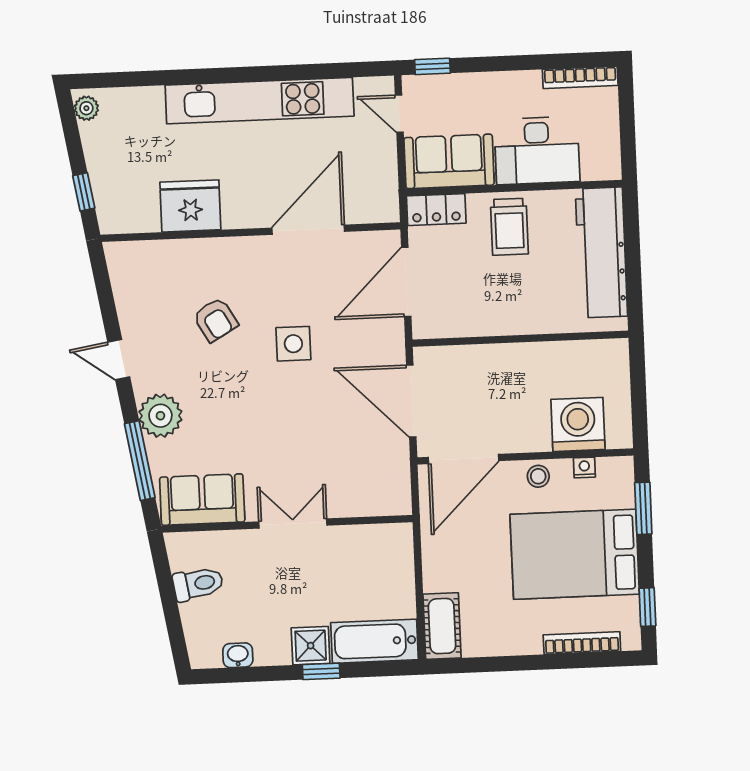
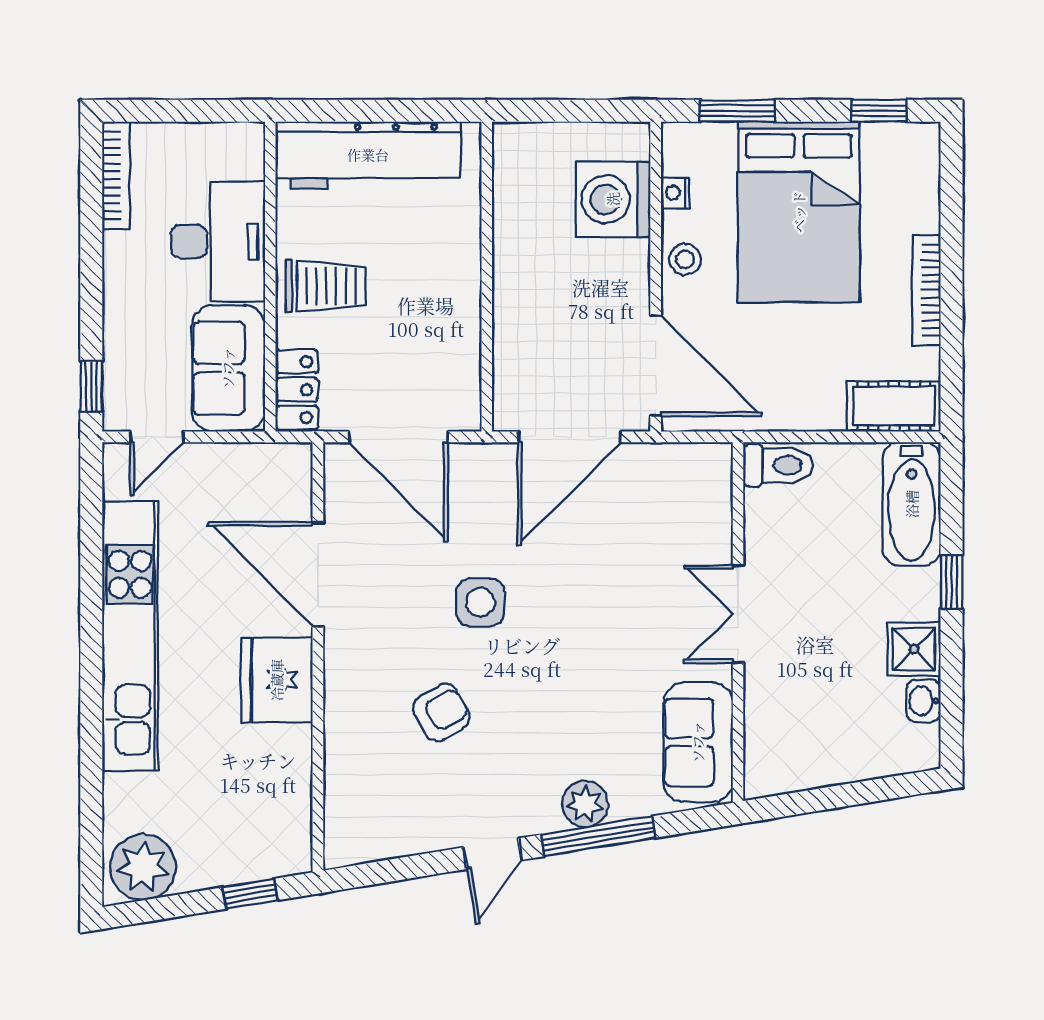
plant: (86, 108) -> (143, 867), width x1.87, depth x1.87
fridge: (190, 206) -> (277, 680), moved
plant: (160, 416) -> (585, 804), width x0.73, depth x0.73
window: (140, 461) -> (598, 836), moved
toilet: (198, 584) -> (778, 465), moved, turned 99
bookcase: (582, 643) -> (927, 290), moved
shower: (311, 646) -> (914, 649), moved

